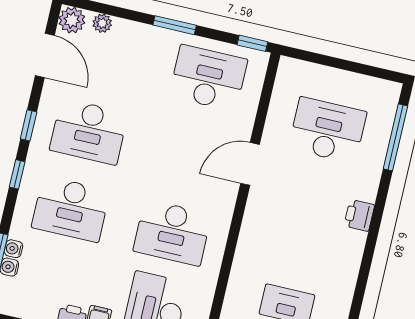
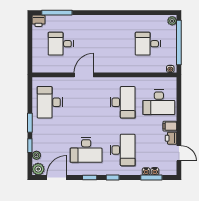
window: (252, 43) -> (30, 146), moved
desk: (327, 130) -> (61, 44), width x0.73
desk: (89, 132) -> (86, 150), turned 90
door: (250, 164) -> (84, 75), swing flipped
printer: (359, 215) -> (38, 21), moved

